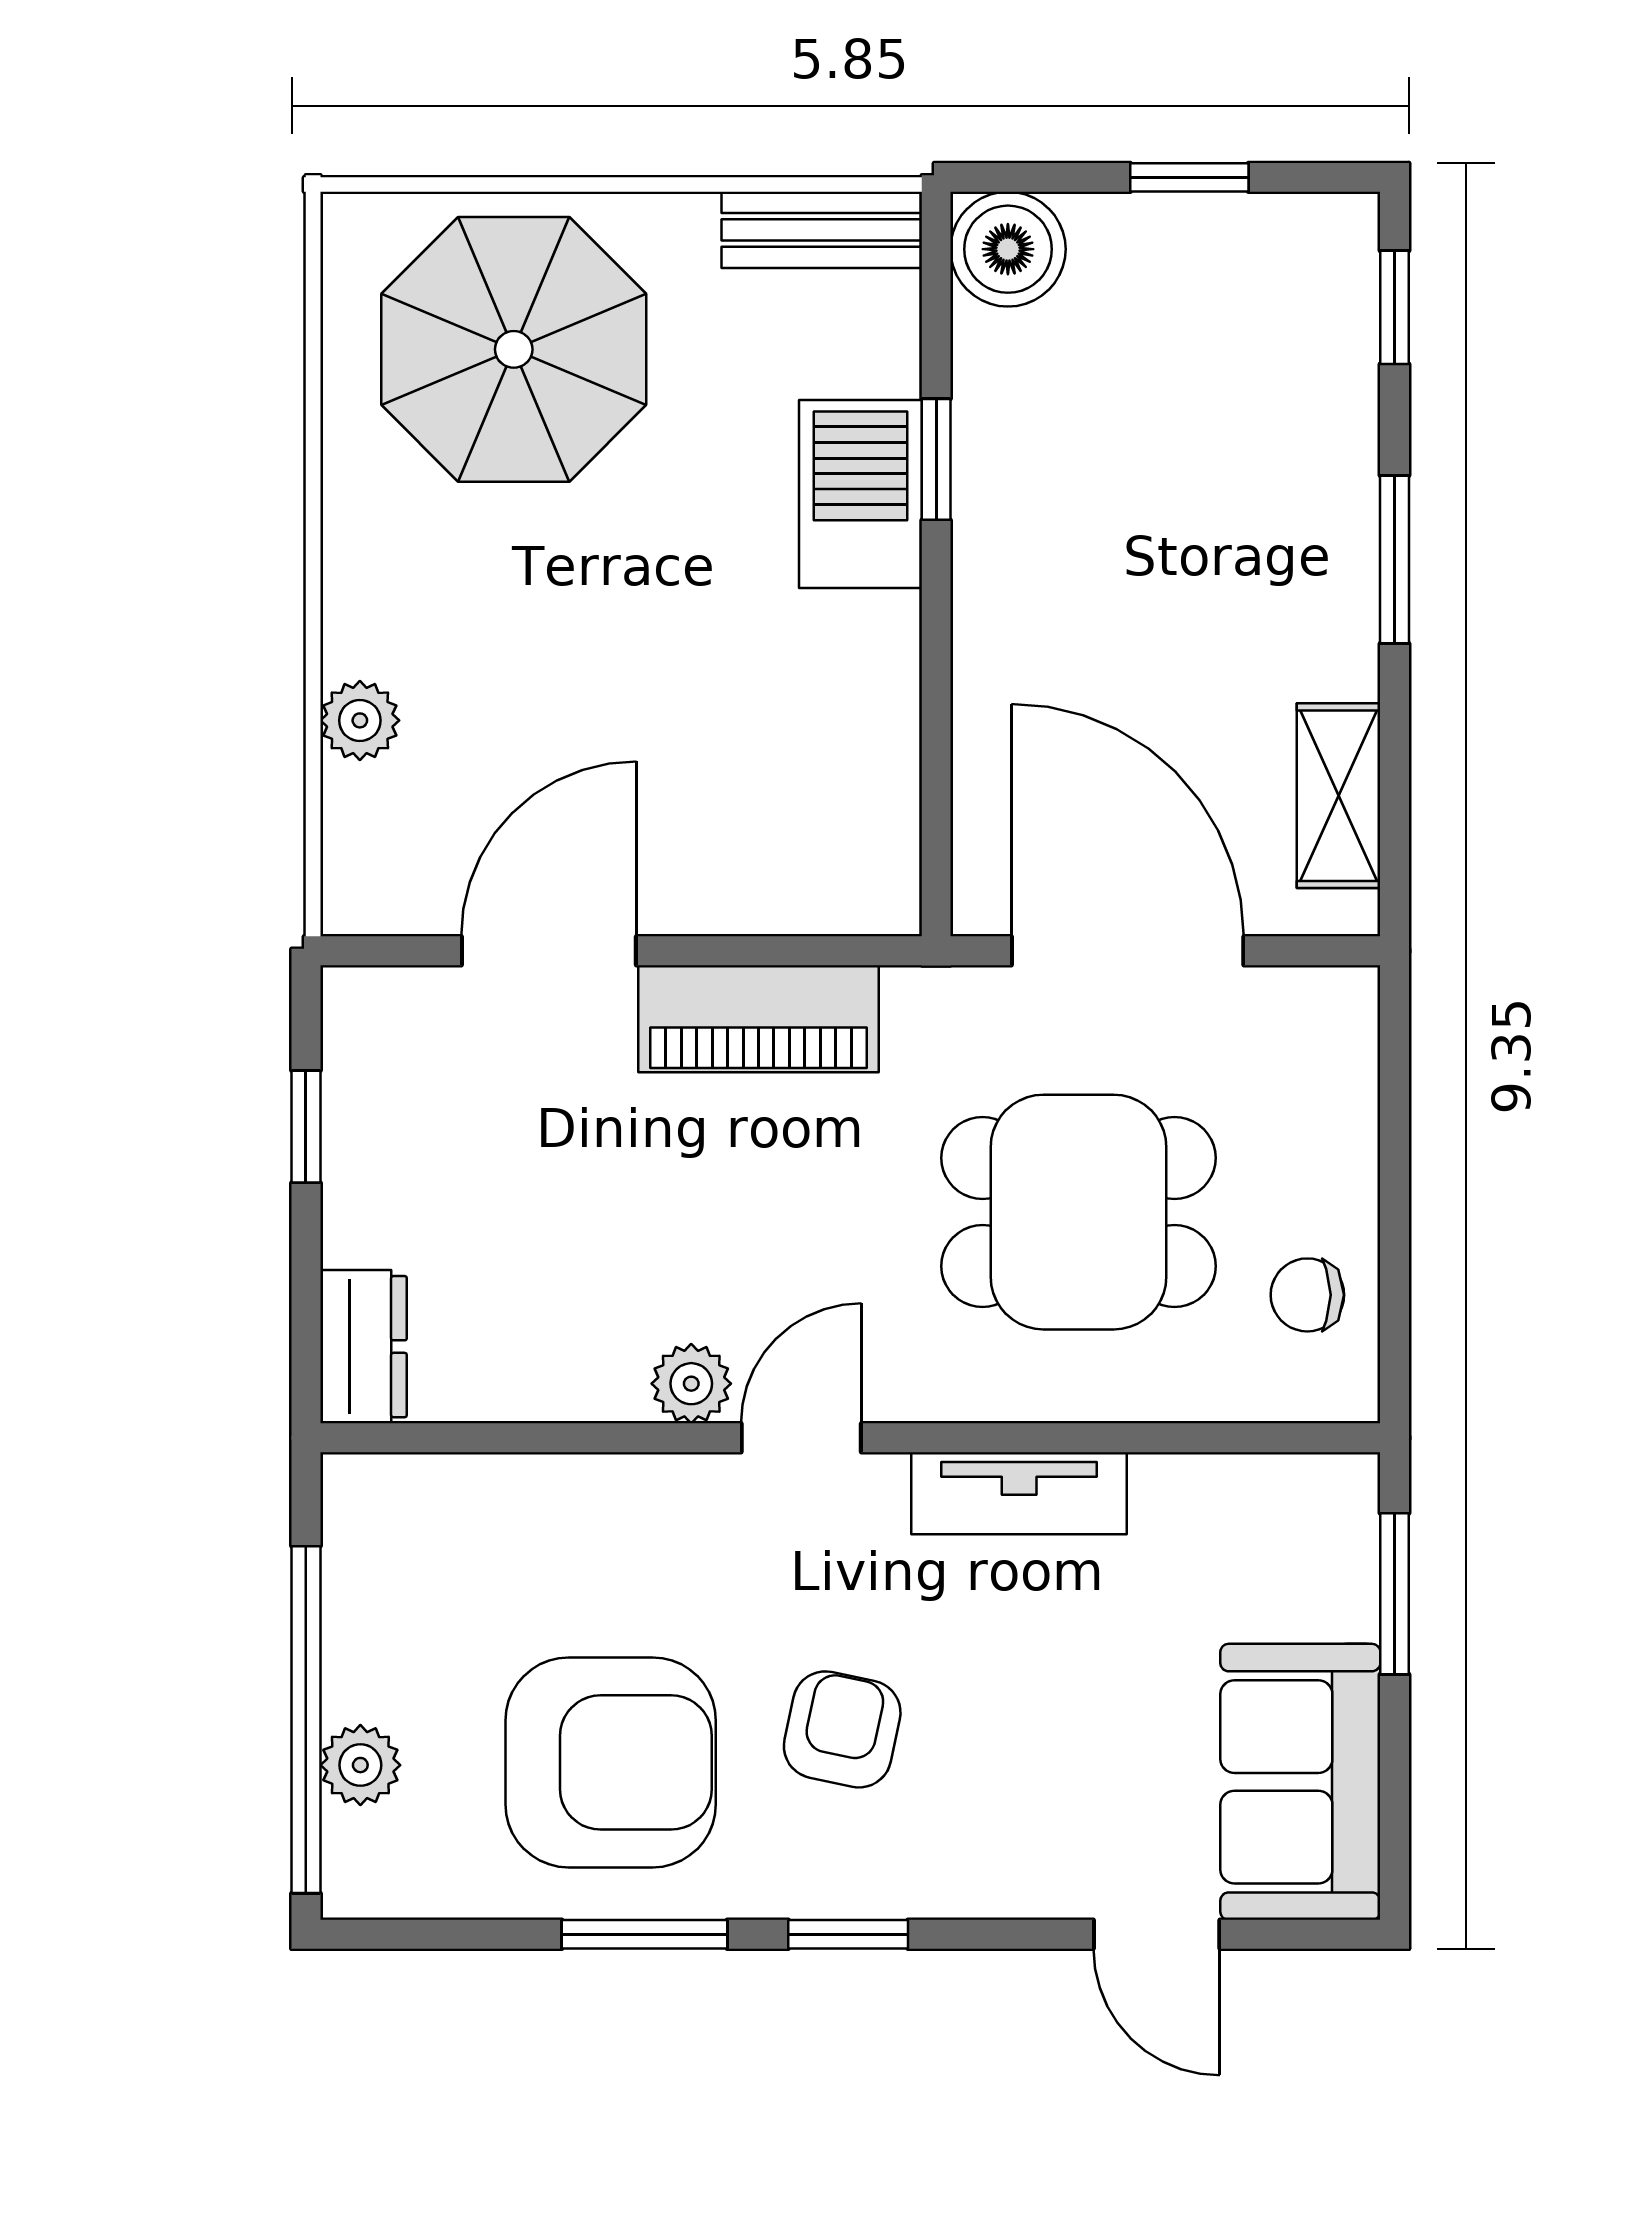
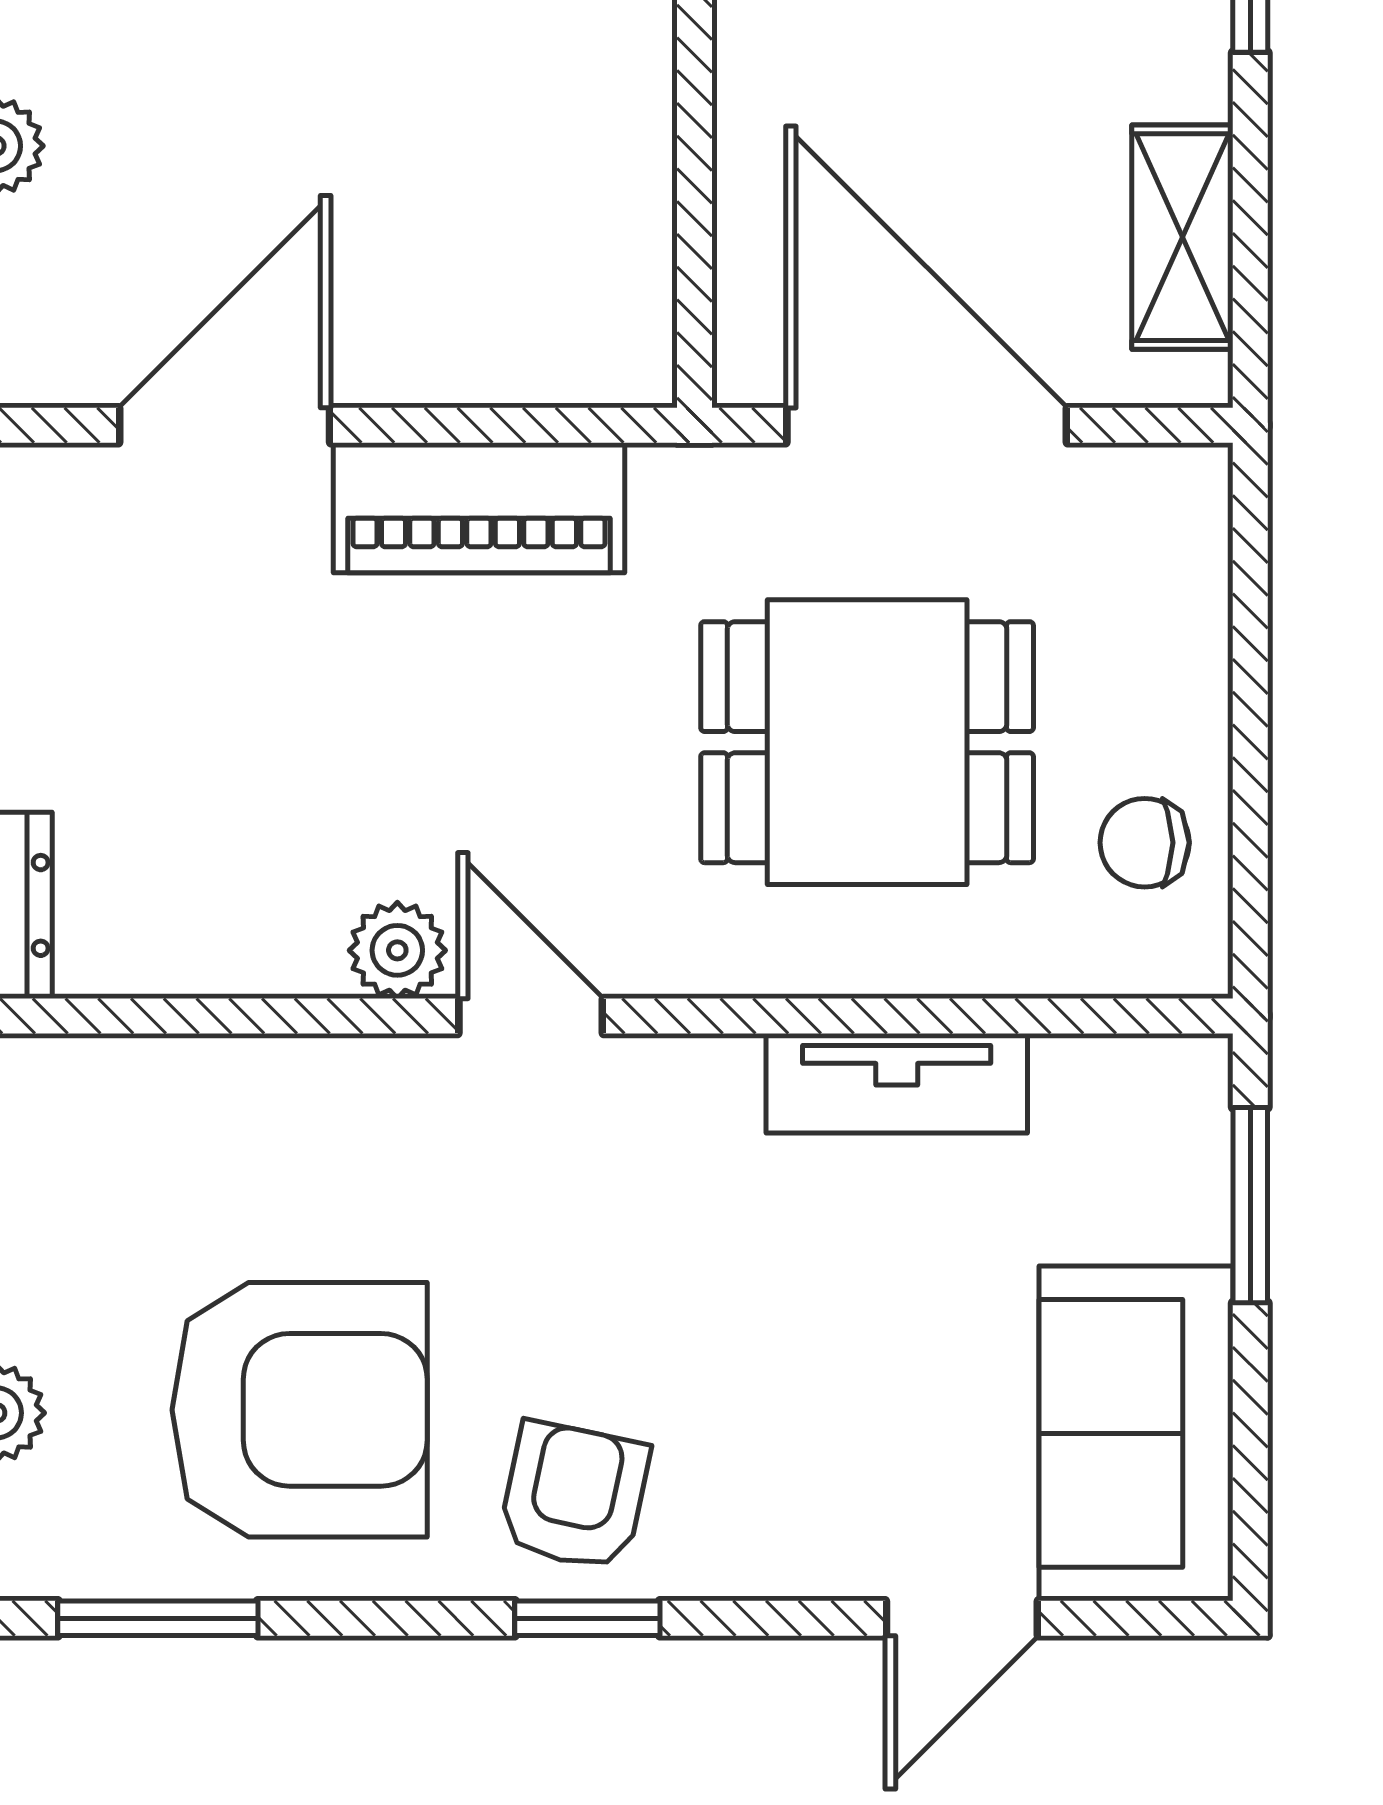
door: (801, 1438) -> (531, 1016), hinge flipped
tv unit: (1019, 1493) -> (897, 1083), moved
armchair: (842, 1729) -> (574, 1496), moved
window: (644, 1934) -> (158, 1618), moved
door: (1157, 1934) -> (962, 1618), hinge flipped

